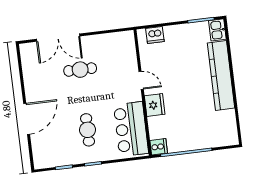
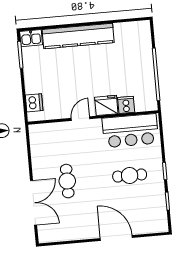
cooker: (159, 147) -> (126, 105), moved

